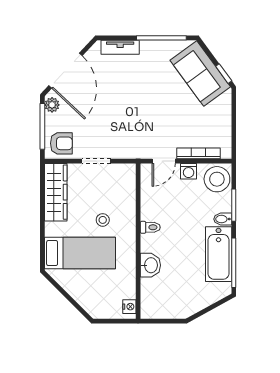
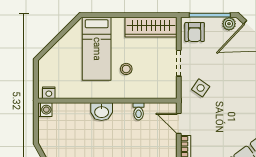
side table: (124, 137) -> (201, 88), added
washing machine: (189, 171) -> (45, 110), moved, turned 180
toilet: (150, 227) -> (139, 111), moved
washbasin: (150, 265) -> (102, 112), moved

